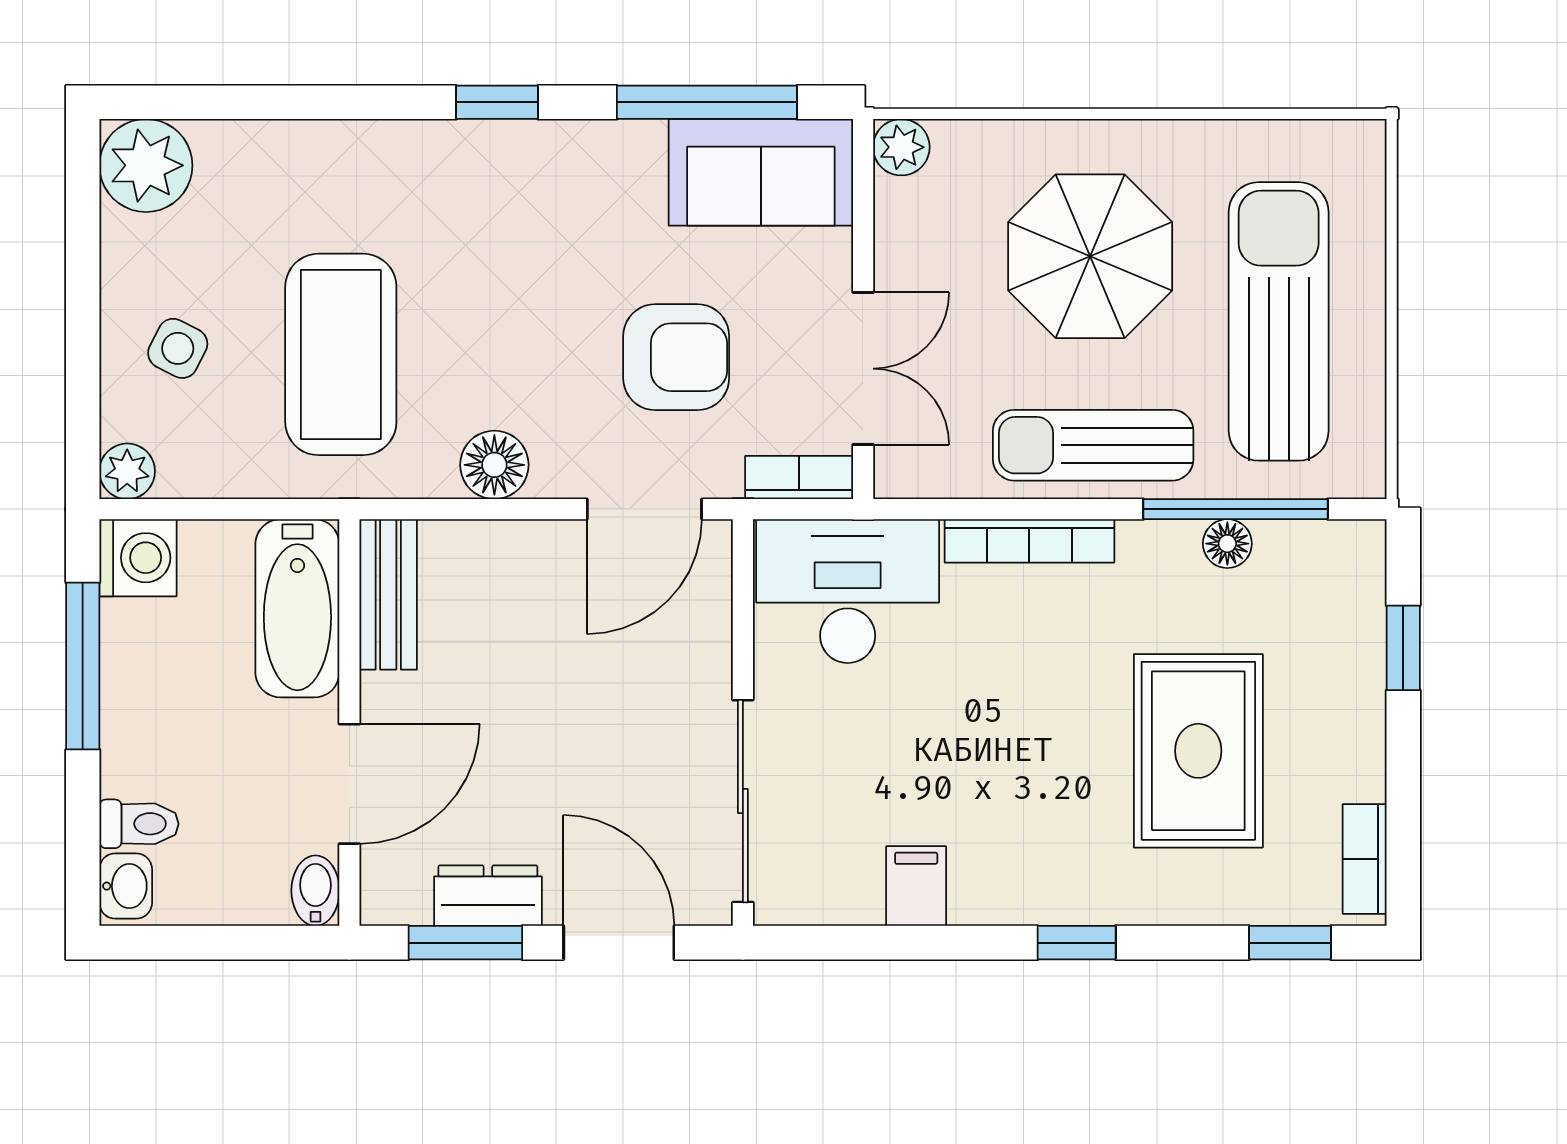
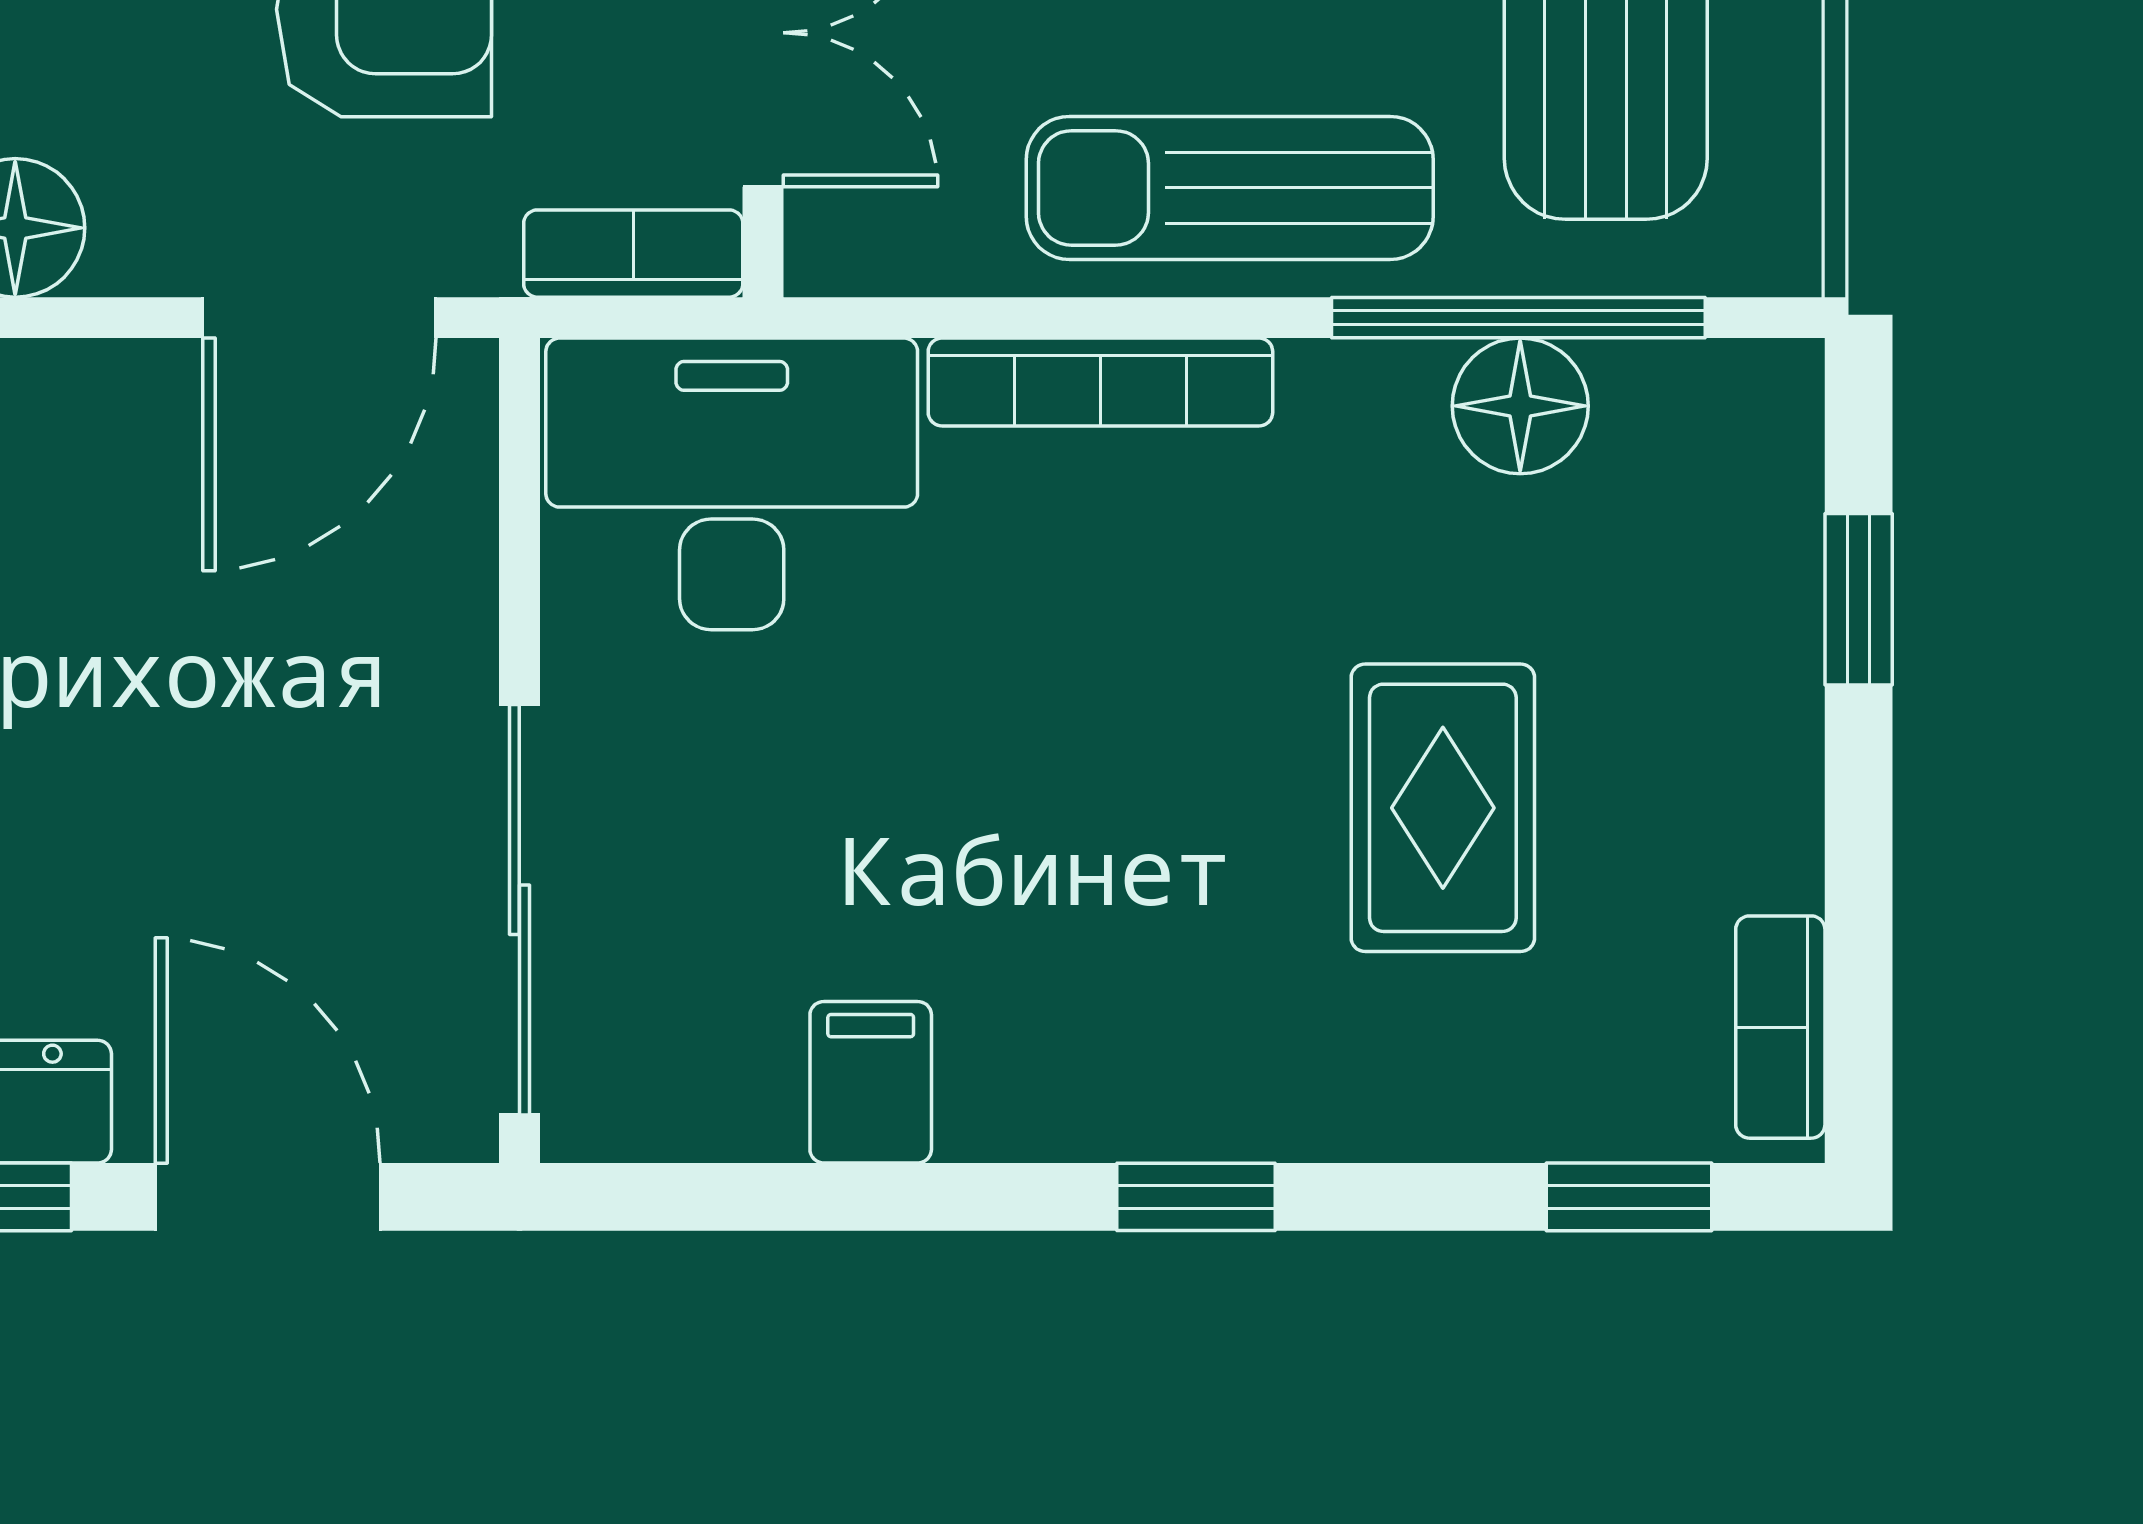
floor lamp: (1227, 544) -> (1520, 406), width x1.37, depth x1.37
rug: (1198, 751) -> (1443, 808), width x0.73, depth x0.70

